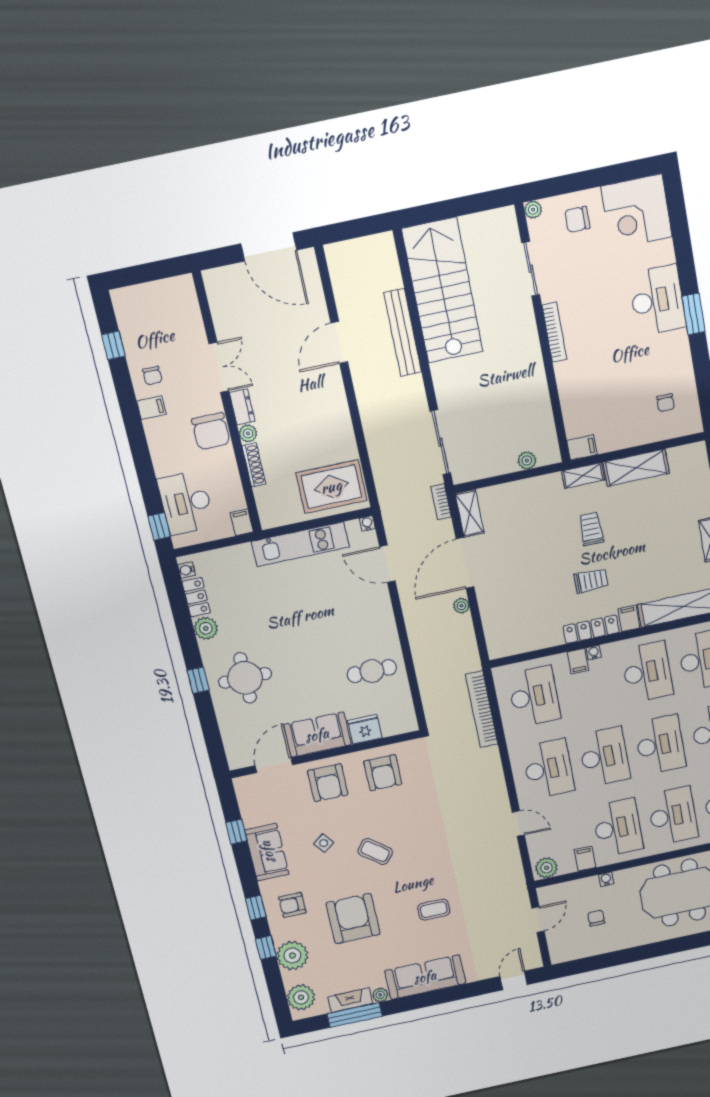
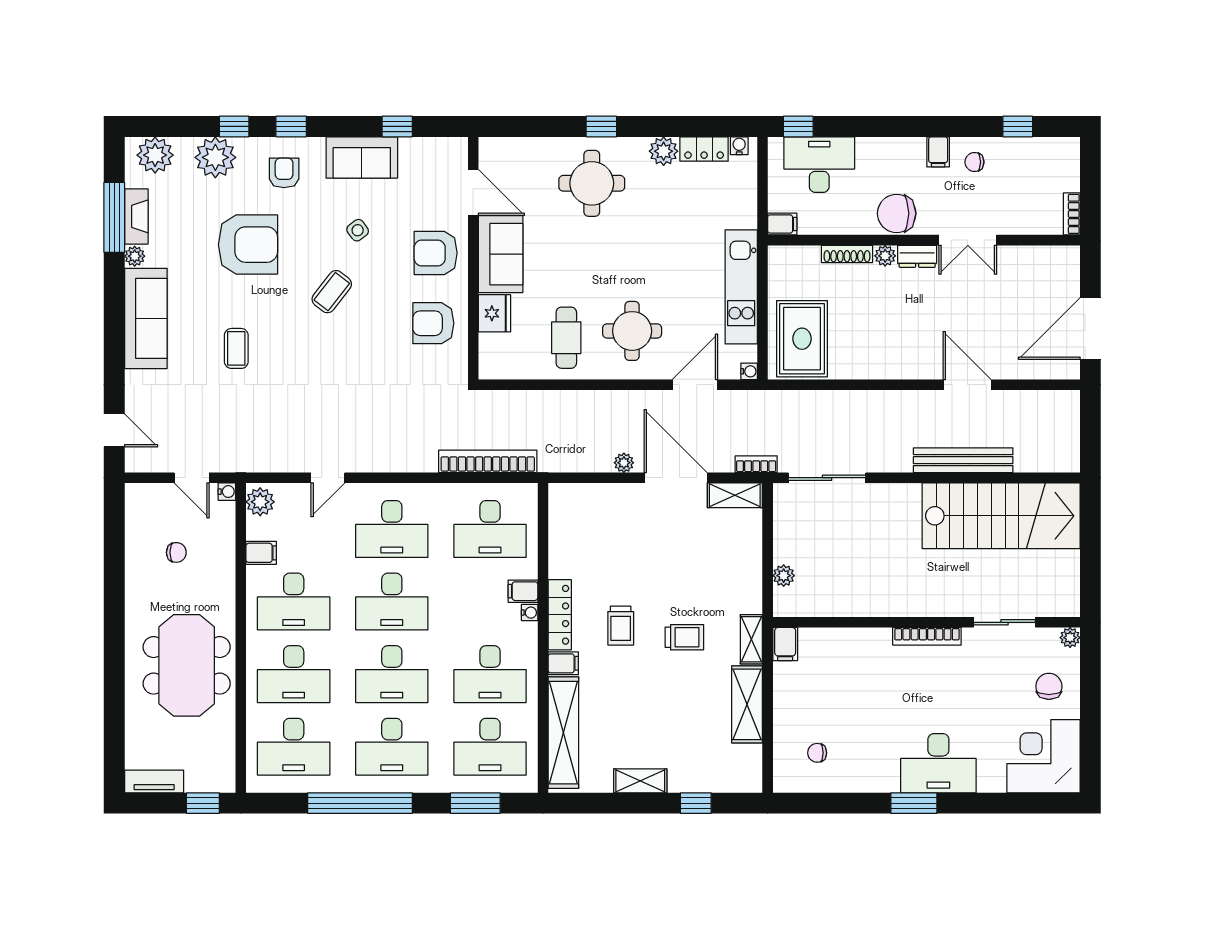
bookcase: (176, 284) -> (1072, 214), added
round table: (355, 622) -> (632, 331), added
water cooler: (606, 879) -> (227, 492), moved

